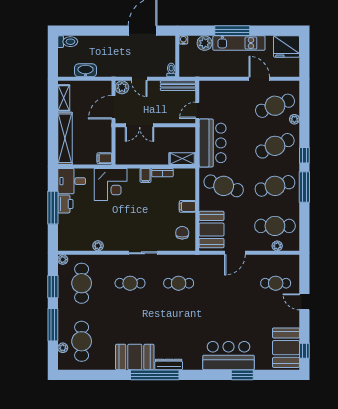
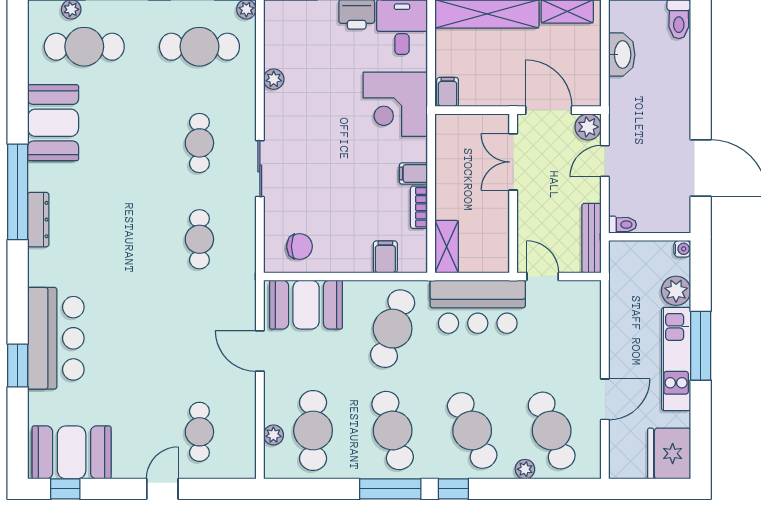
filing cabinet: (187, 206) -> (385, 257), moved
booth: (135, 357) -> (53, 123), moved

